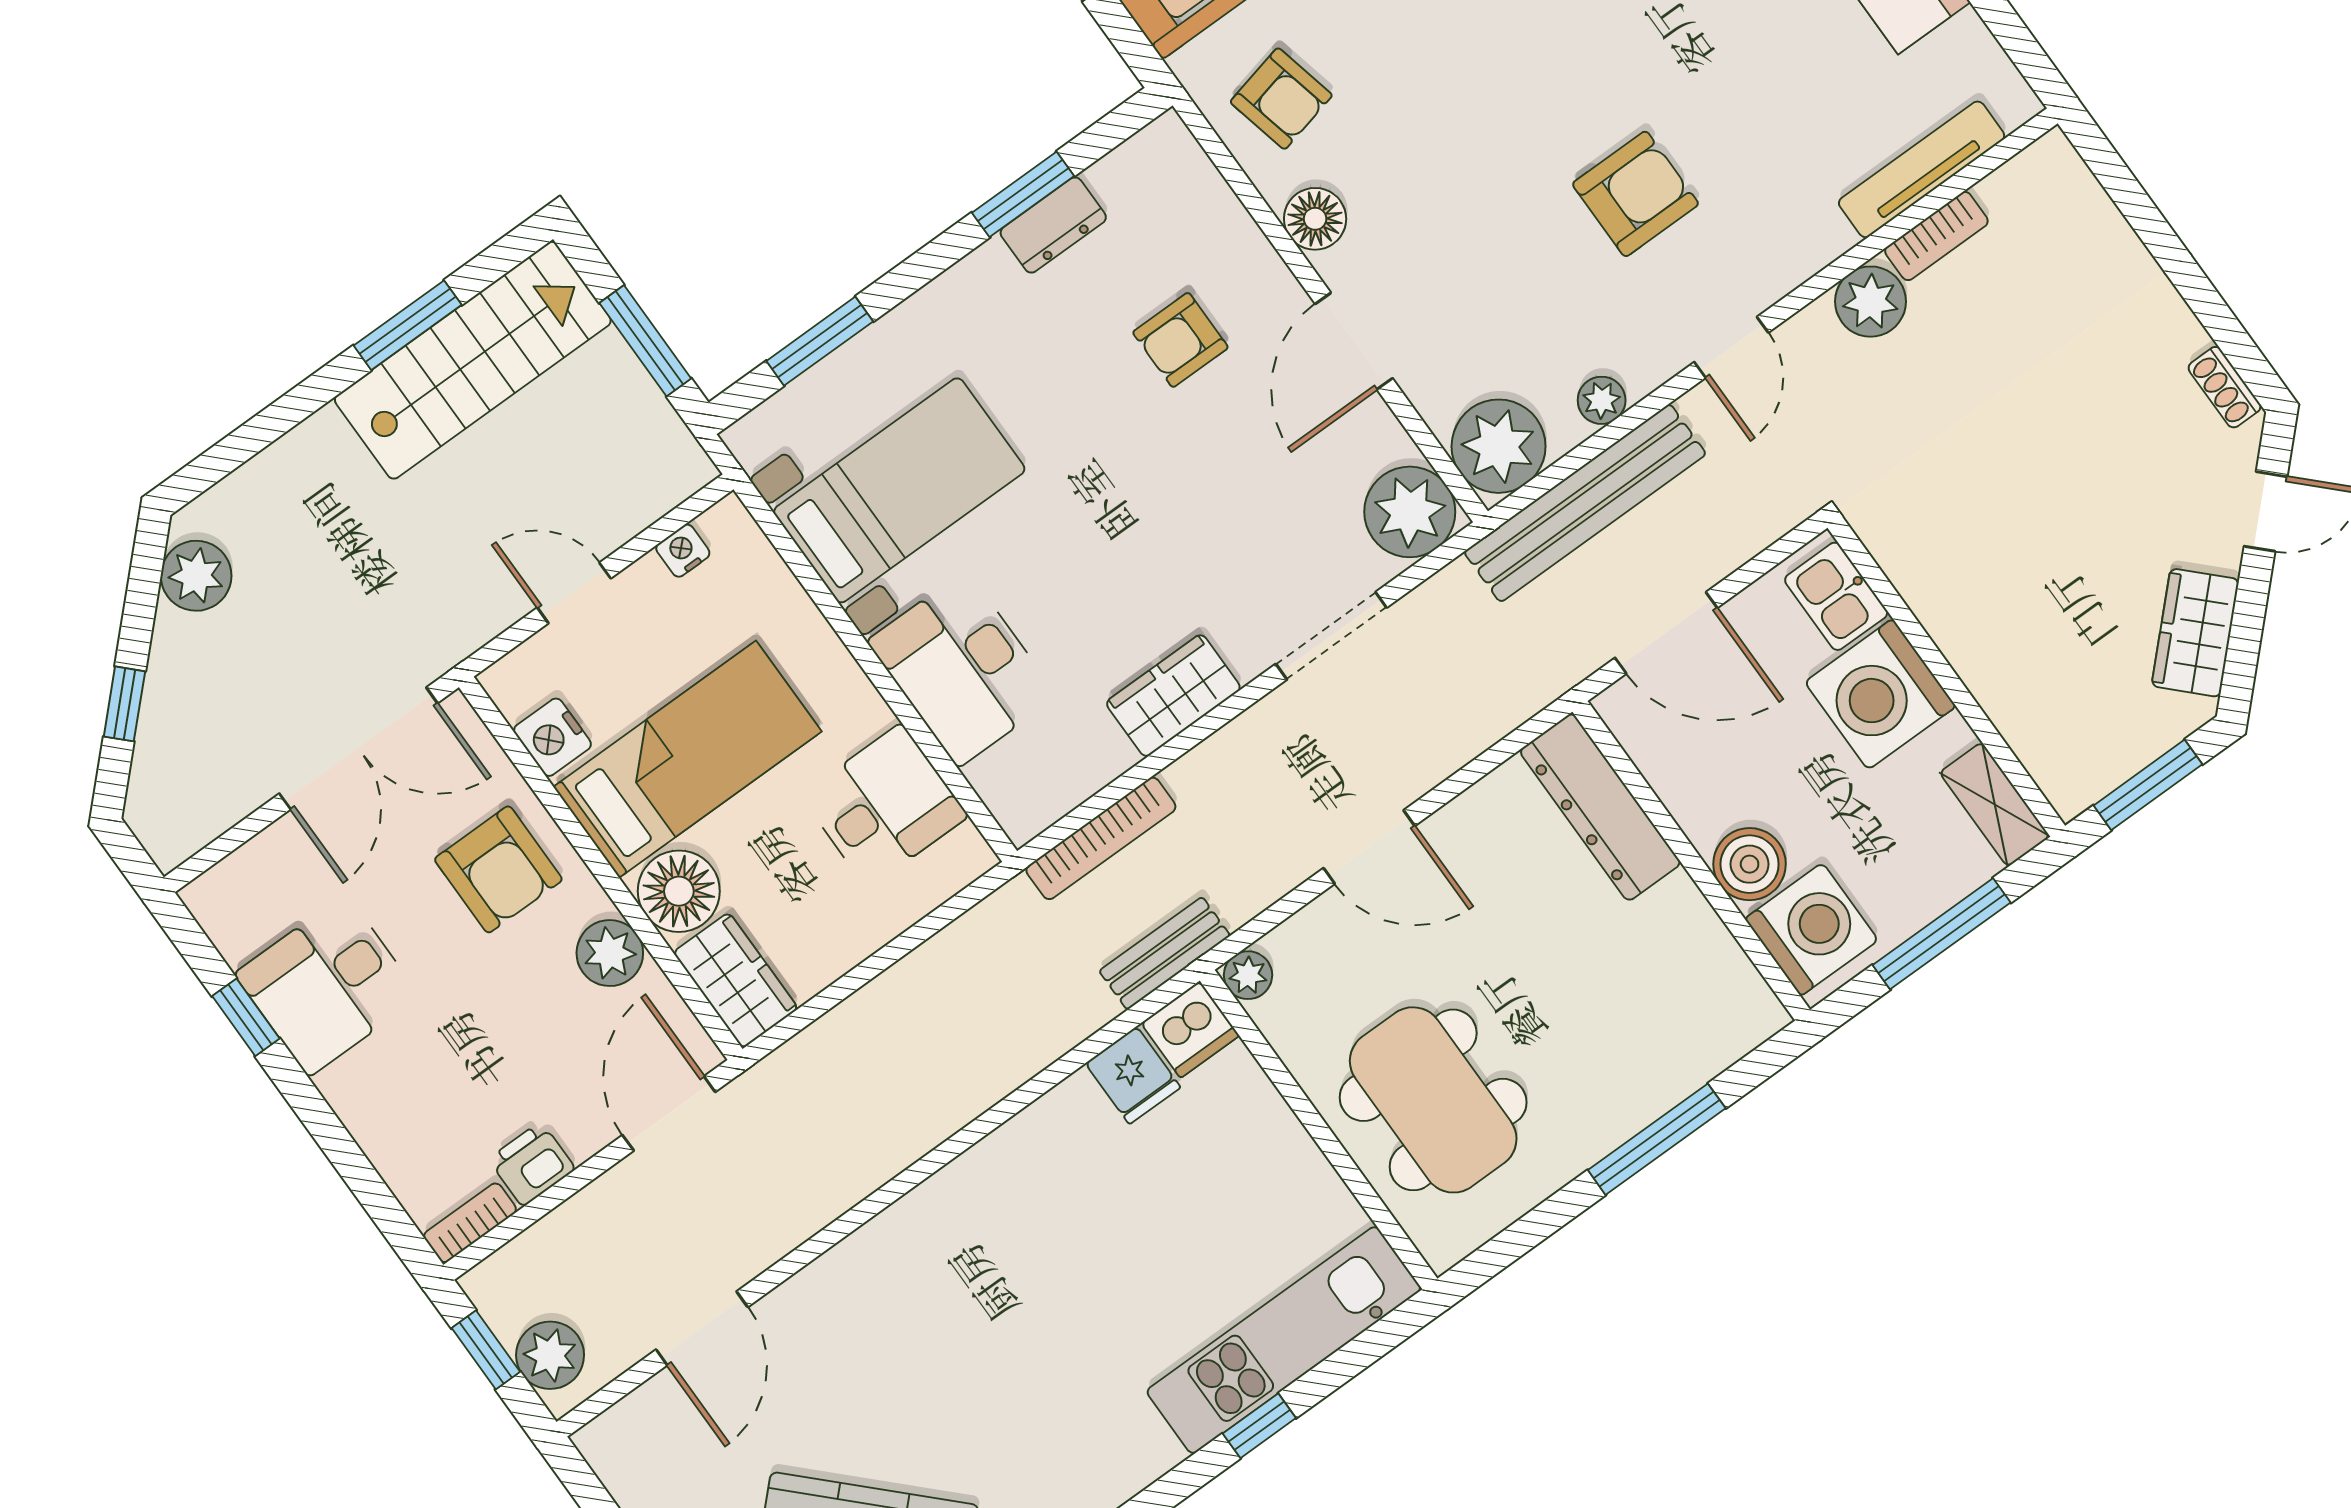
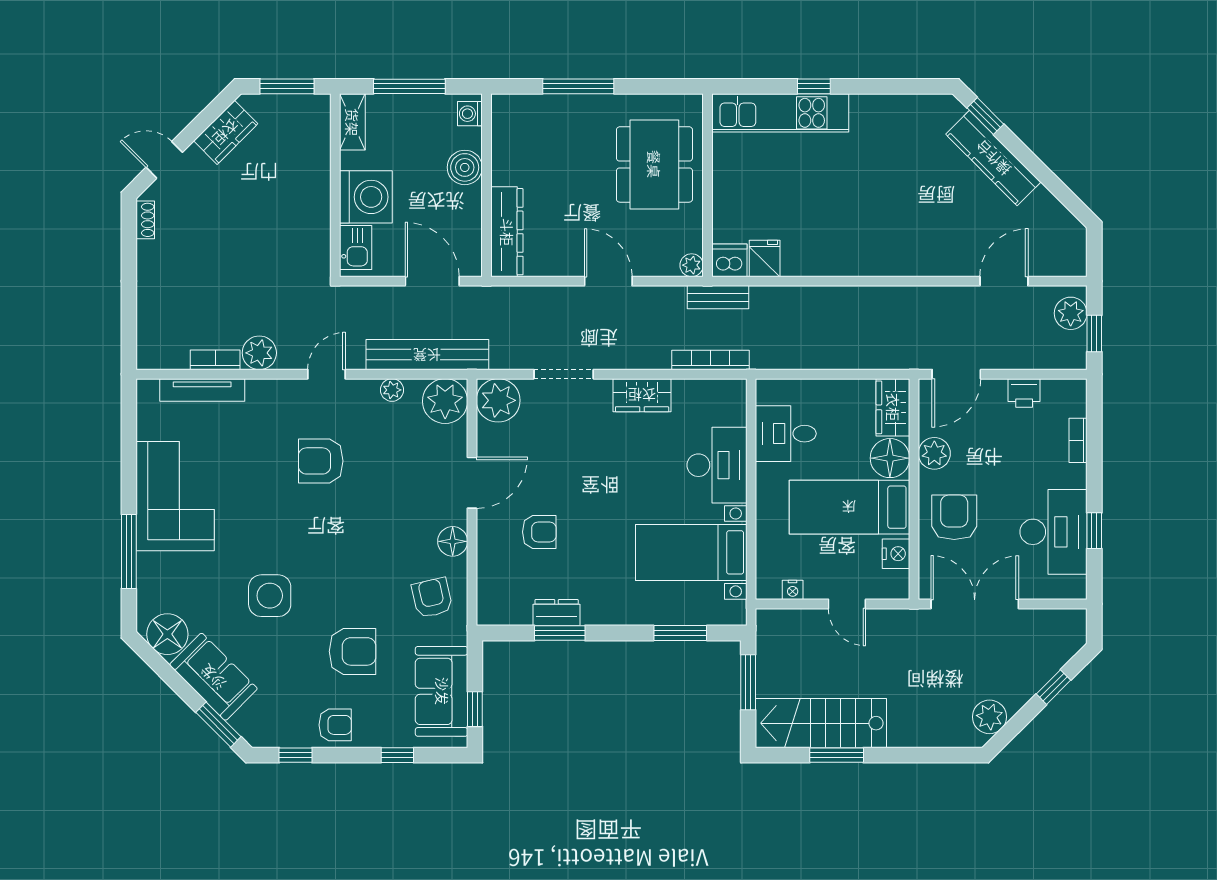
washing machine: (1811, 929) -> (470, 114), width x0.53, depth x0.53
desk: (327, 985) -> (1054, 532), width x1.37
bookcase: (470, 1223) -> (1078, 440), moved, turned 90

